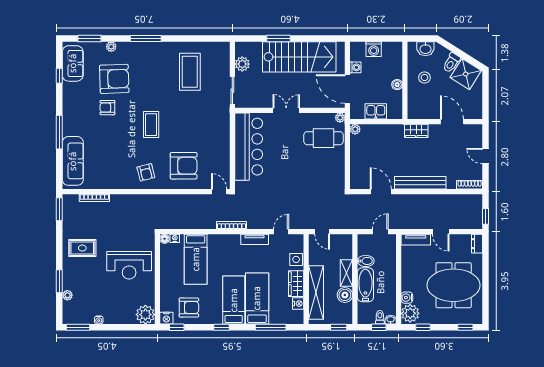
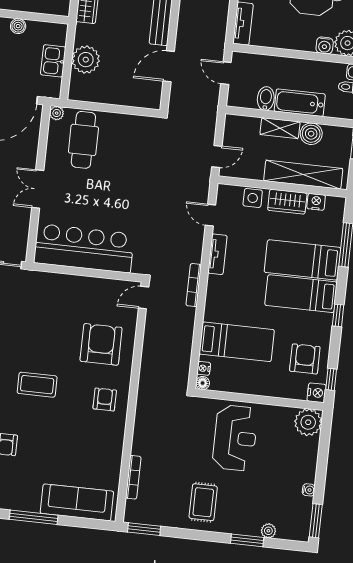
plant: (355, 129) -> (86, 60), moved, width x1.88, depth x1.88
armchair: (146, 172) -> (105, 399), turned -76

